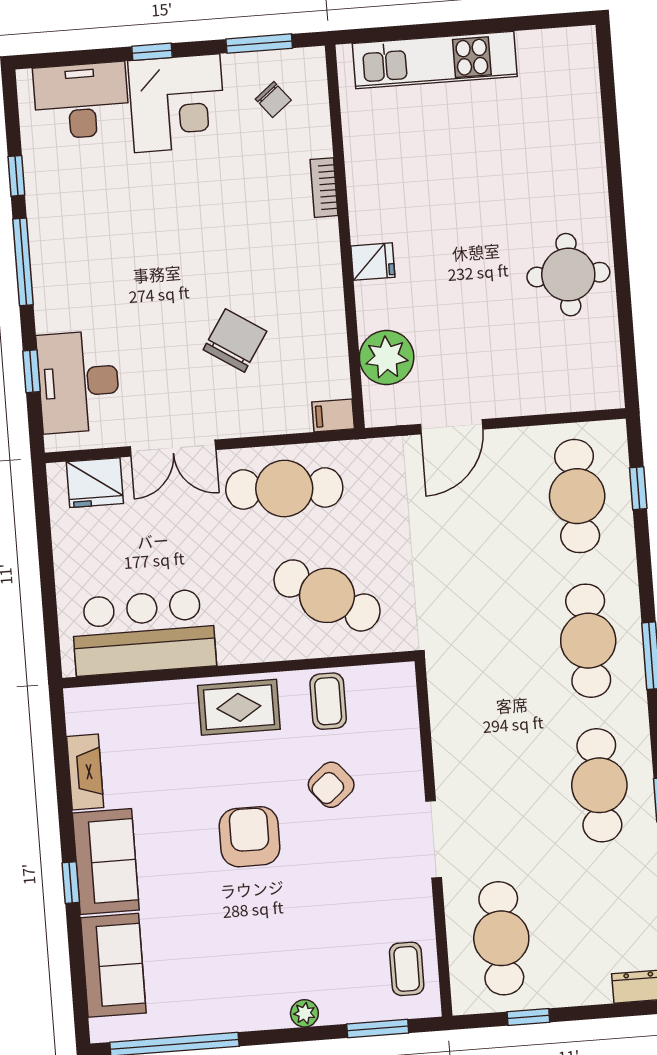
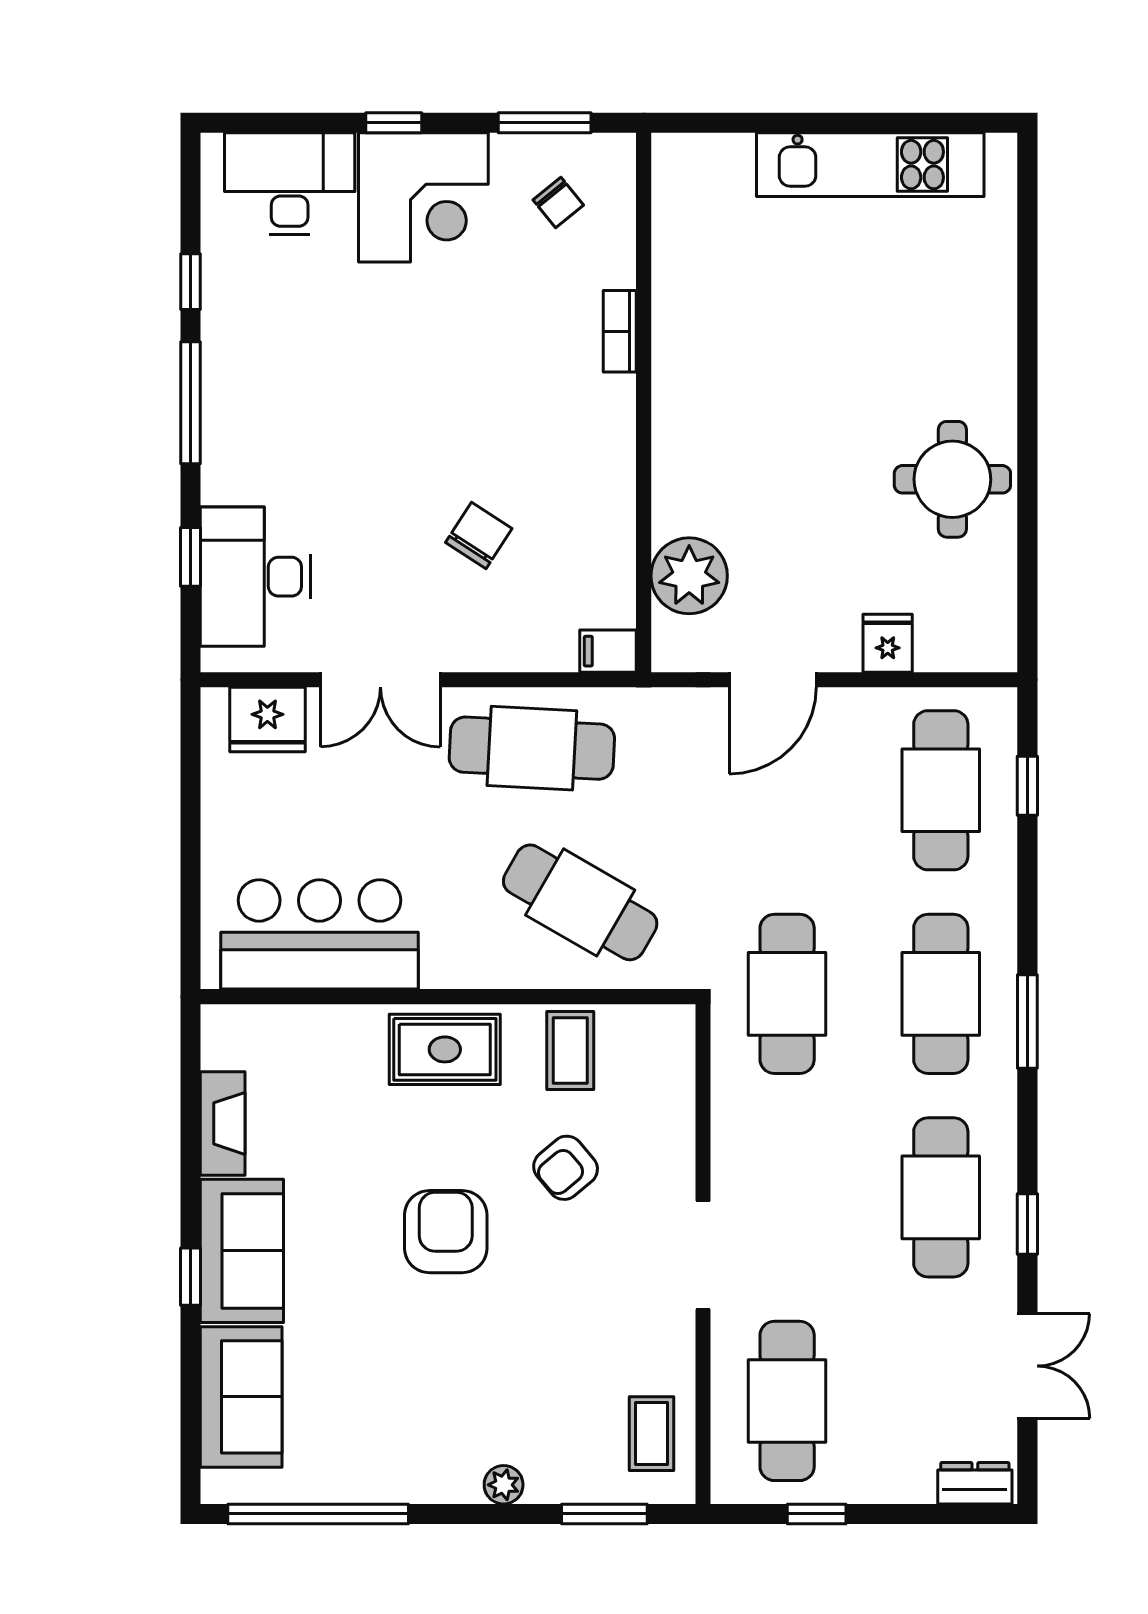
kitchen unit: (435, 60) -> (870, 165), moved
fridge: (373, 262) -> (888, 643), moved, turned -90
chair: (235, 340) -> (479, 536), width x0.73, depth x0.73
cafe table: (479, 649) -> (787, 994), added

